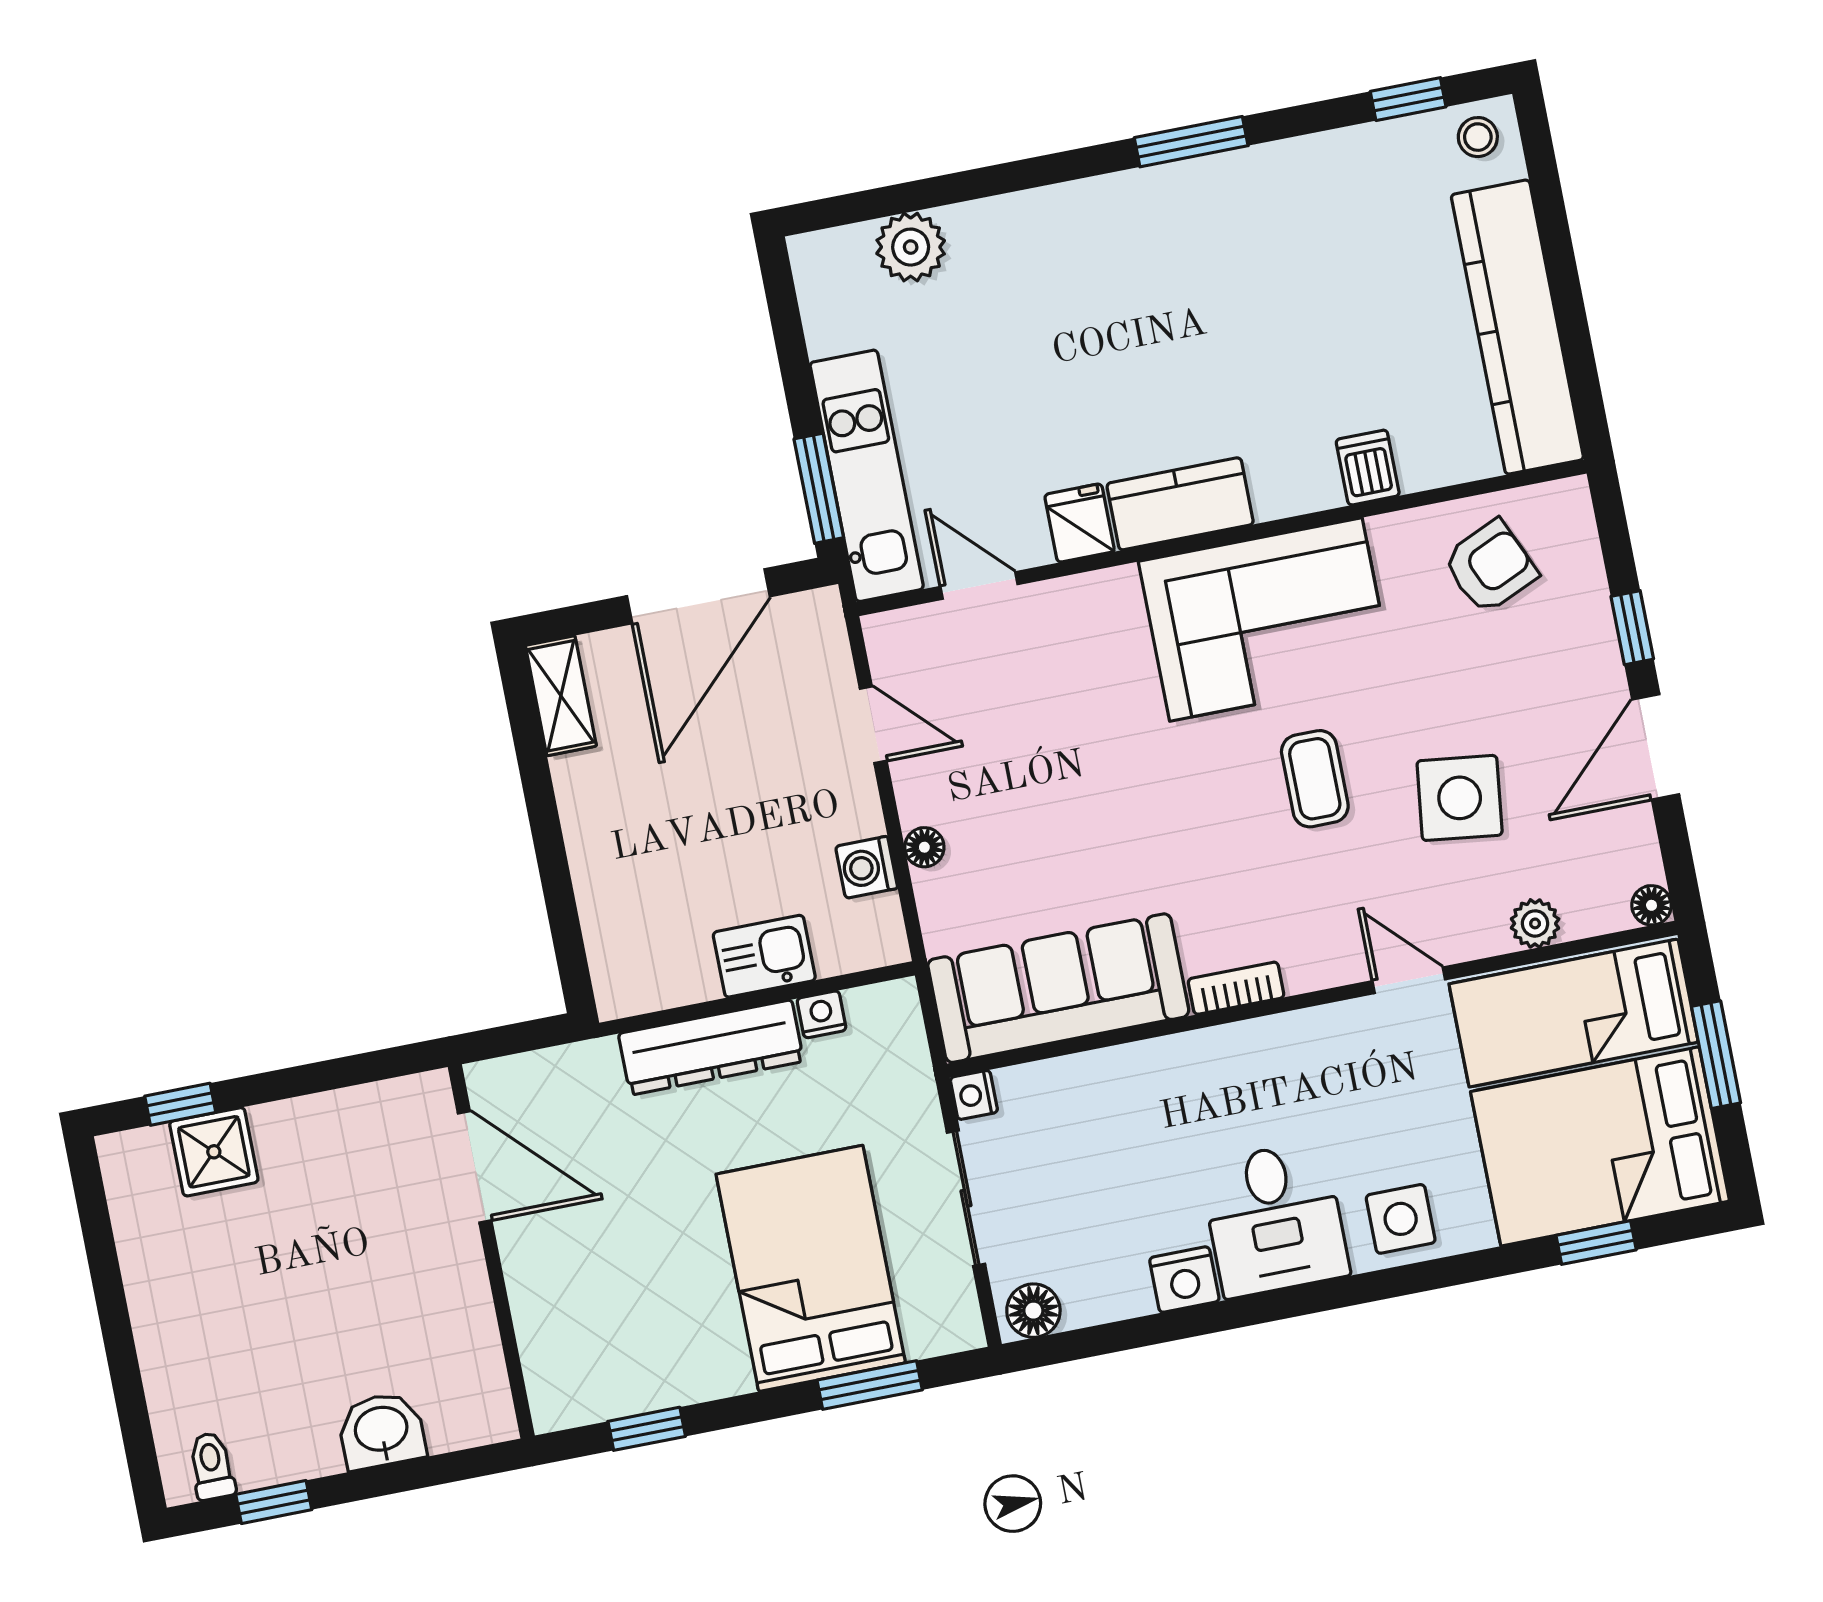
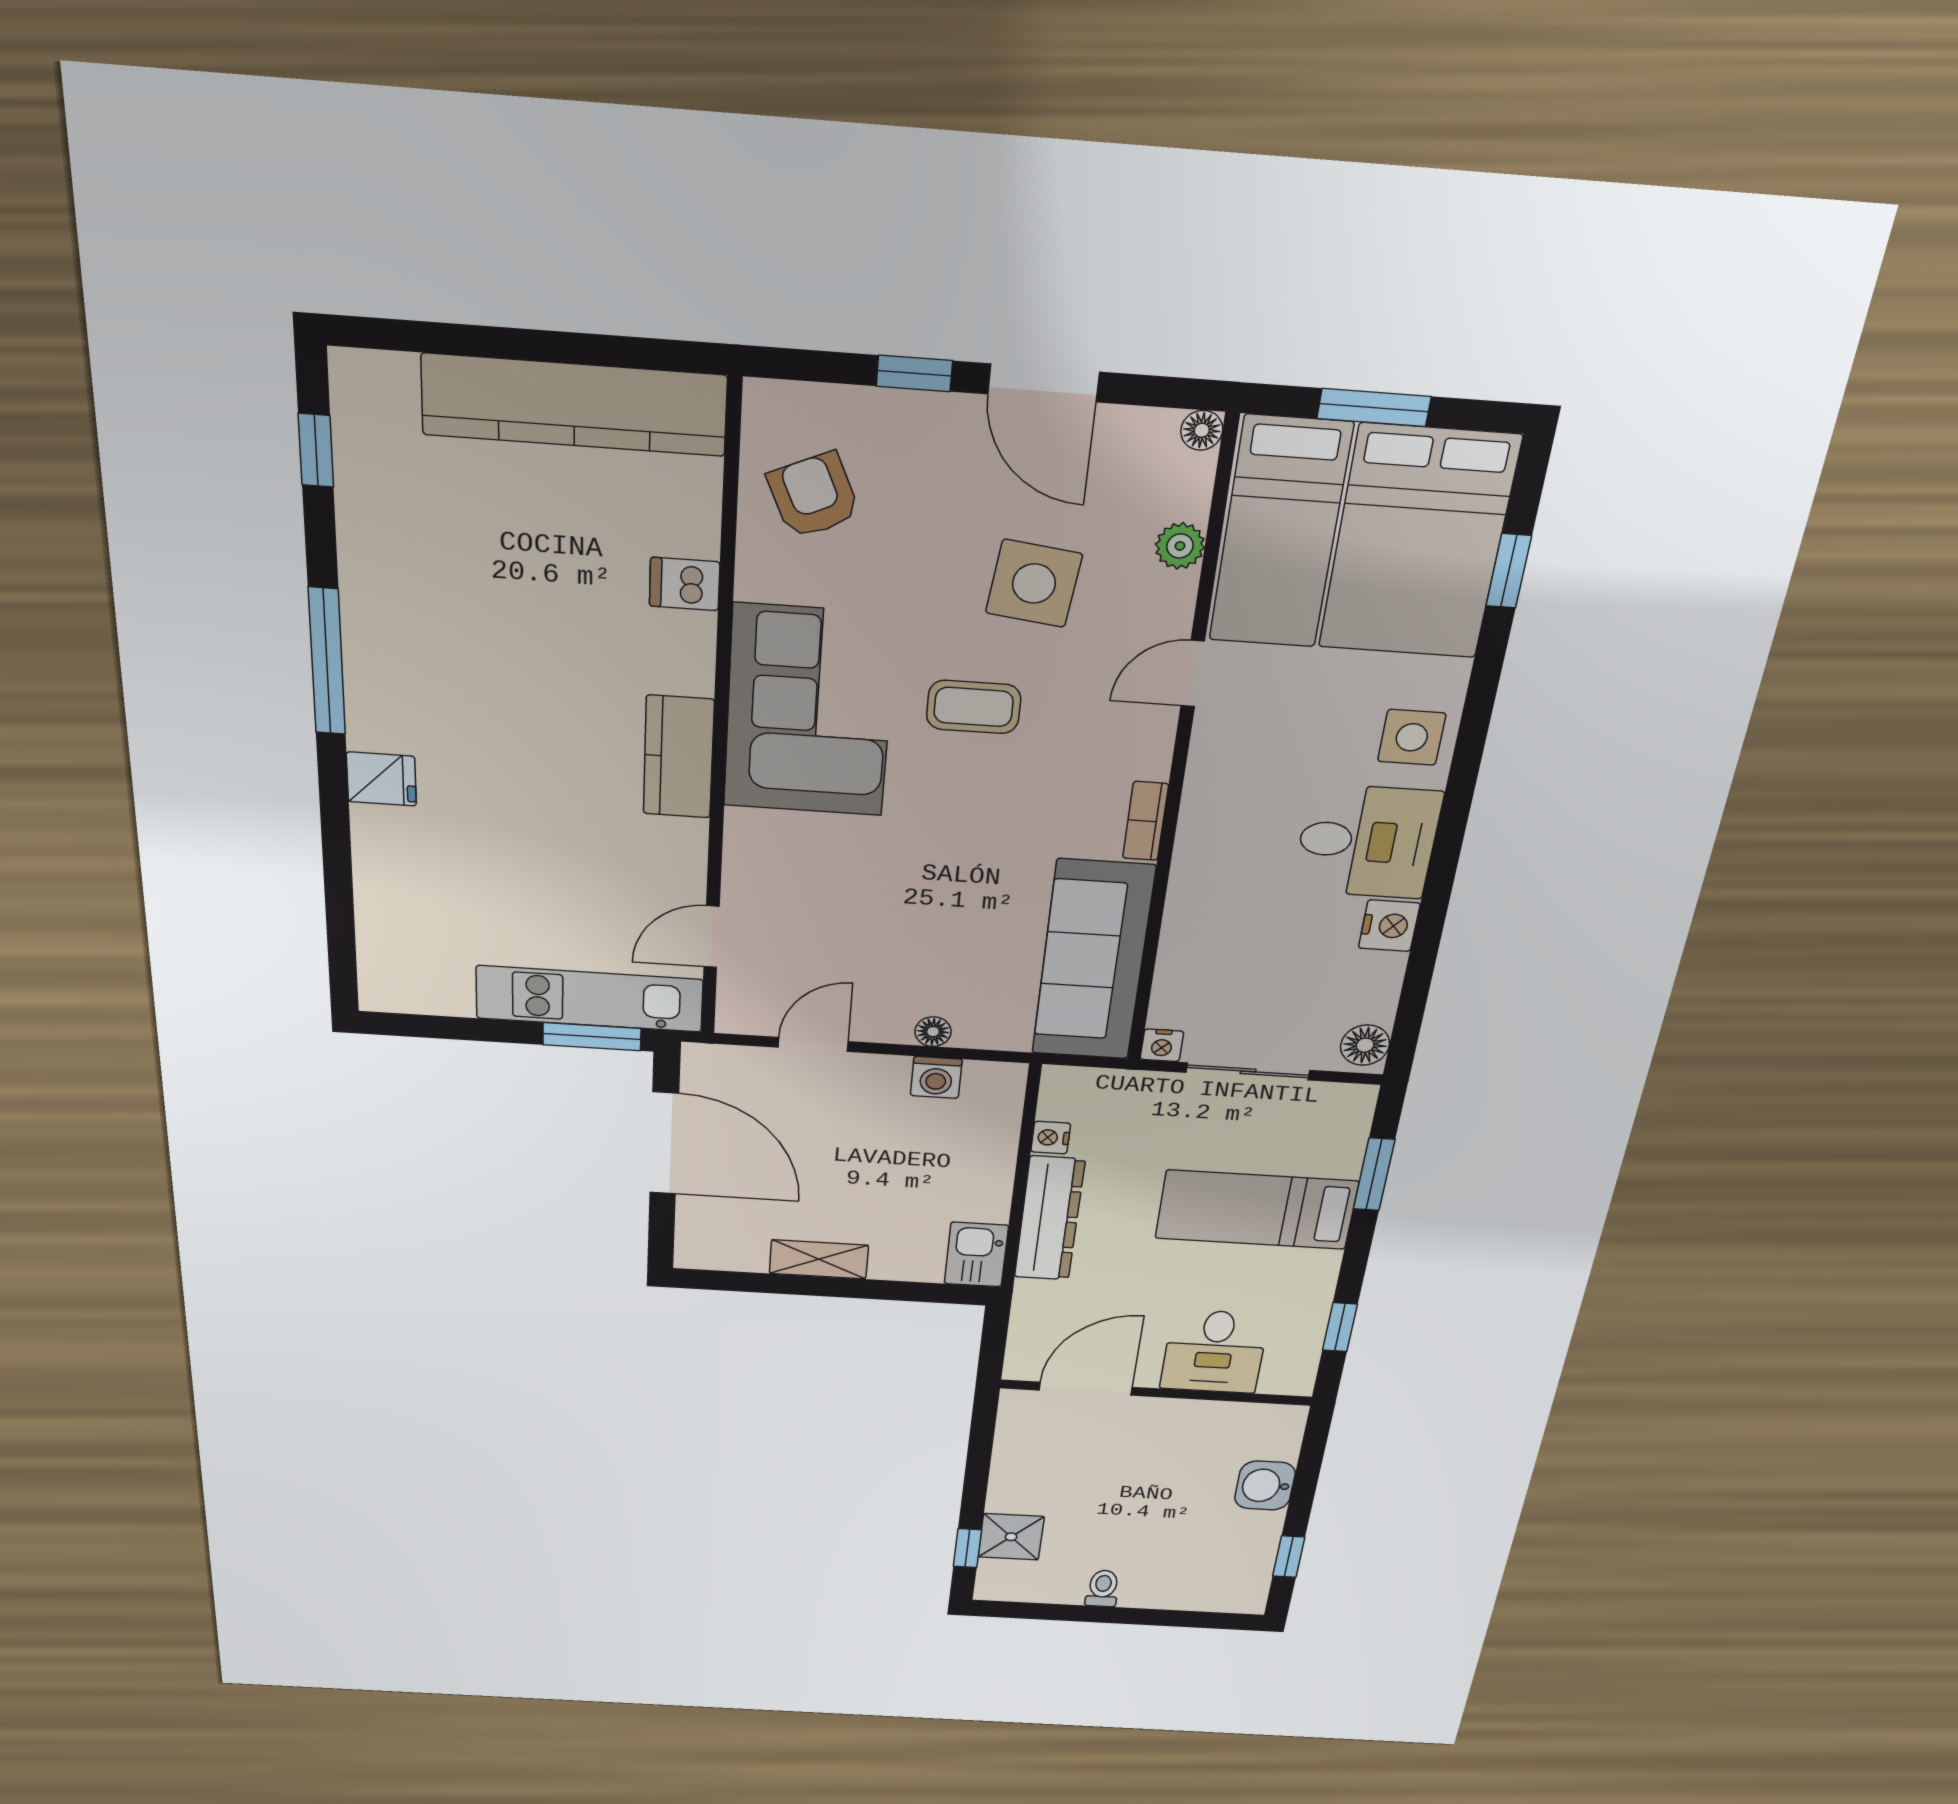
stool: (1478, 137) -> (367, 392), removed
window: (1191, 142) -> (327, 662), width x1.44
plant: (911, 247) -> (387, 917), removed
fridge: (1080, 523) -> (381, 779), moved, turned 180
shelving: (561, 696) -> (819, 1259), moved
kitchen sink: (764, 956) -> (976, 1255), moved
bed: (811, 1268) -> (1257, 1210), width x0.67
desk: (571, 1297) -> (1214, 1352), added
toilet: (212, 1466) -> (1103, 1588), moved, turned 90

